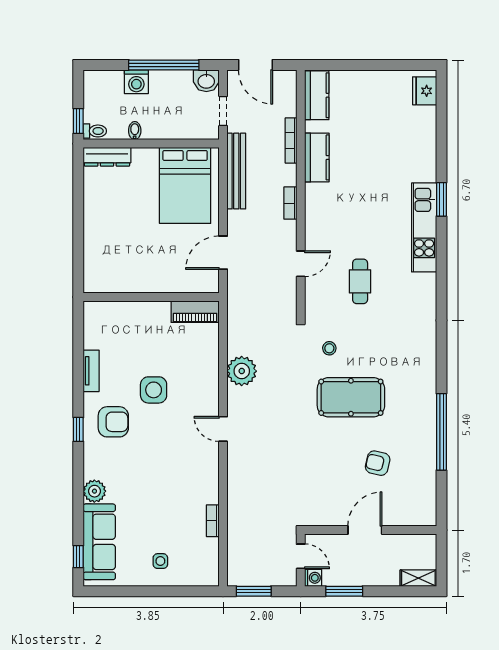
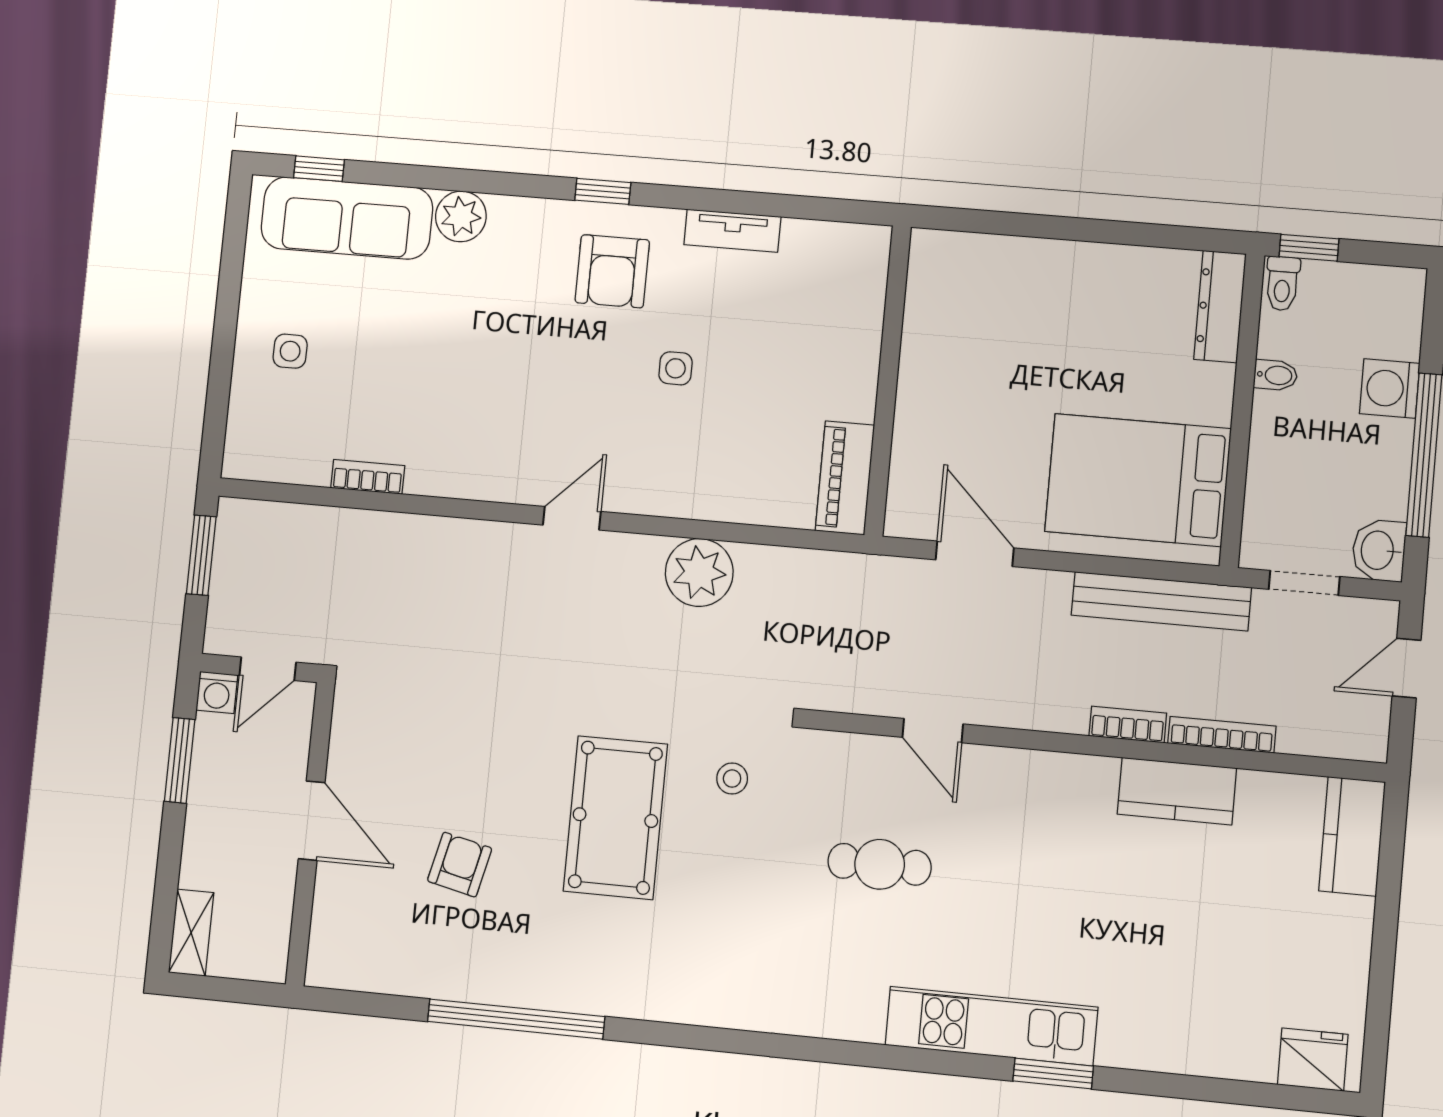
door: (255, 65) -> (1407, 668), width x0.73
kitchen counter: (317, 95) -> (1352, 836), moved, turned 90
bookcase: (290, 203) -> (1128, 725), moved
side table: (154, 390) -> (676, 368), width x0.54, depth x0.54

